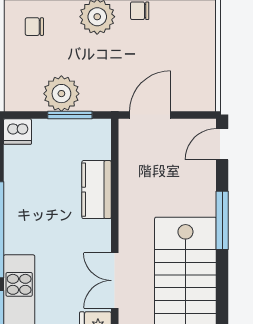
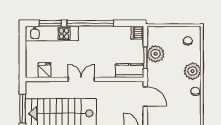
kitchen counter: (97, 190) -> (130, 71), moved
double door: (115, 281) -> (81, 79), moved

